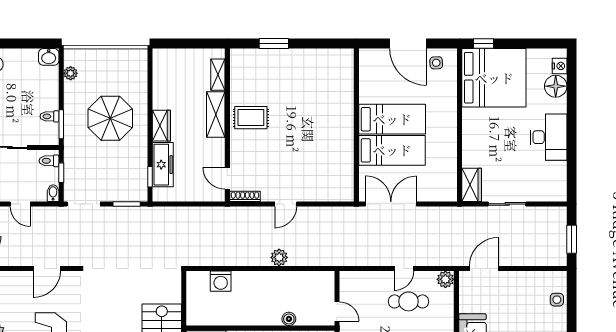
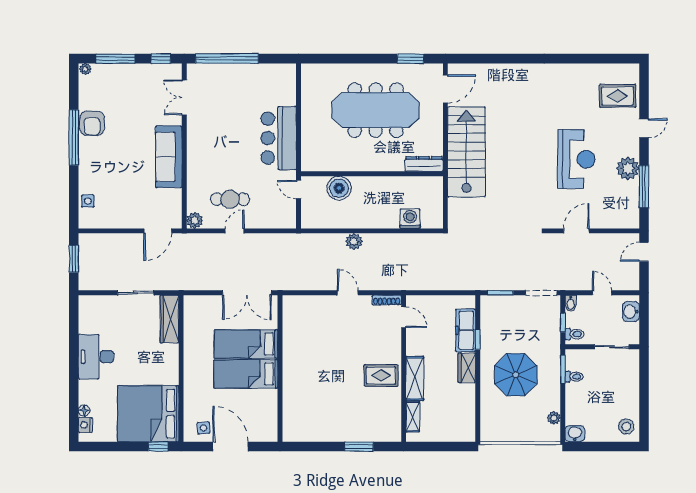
floor lamp: (556, 86) -> (84, 410), width x0.53, depth x0.53
window: (150, 177) -> (478, 340), moved
wardrobe: (472, 185) -> (170, 319), width x1.50
door: (286, 204) -> (348, 293), hinge flipped
boiler: (289, 319) -> (339, 188), width x1.86, depth x1.86

